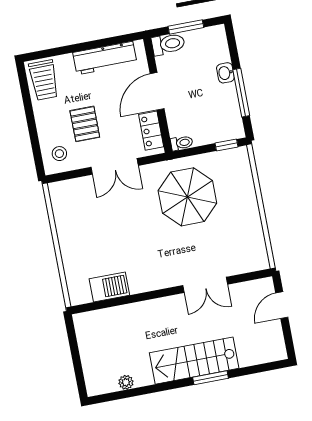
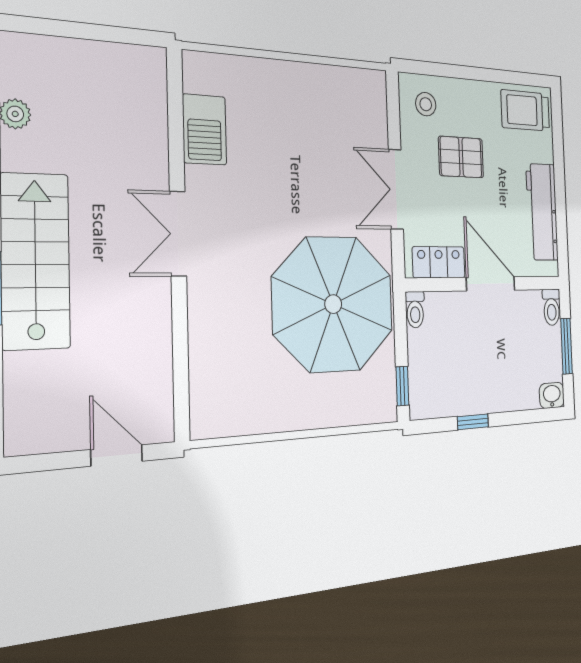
toilet: (168, 44) -> (552, 307), width x0.73, depth x0.72
washbasin: (225, 73) -> (552, 395), moved
window: (241, 93) -> (473, 422), width x0.46
parasol: (187, 197) -> (333, 304), width x1.36, depth x1.36
double door: (205, 285) -> (178, 234), moved

